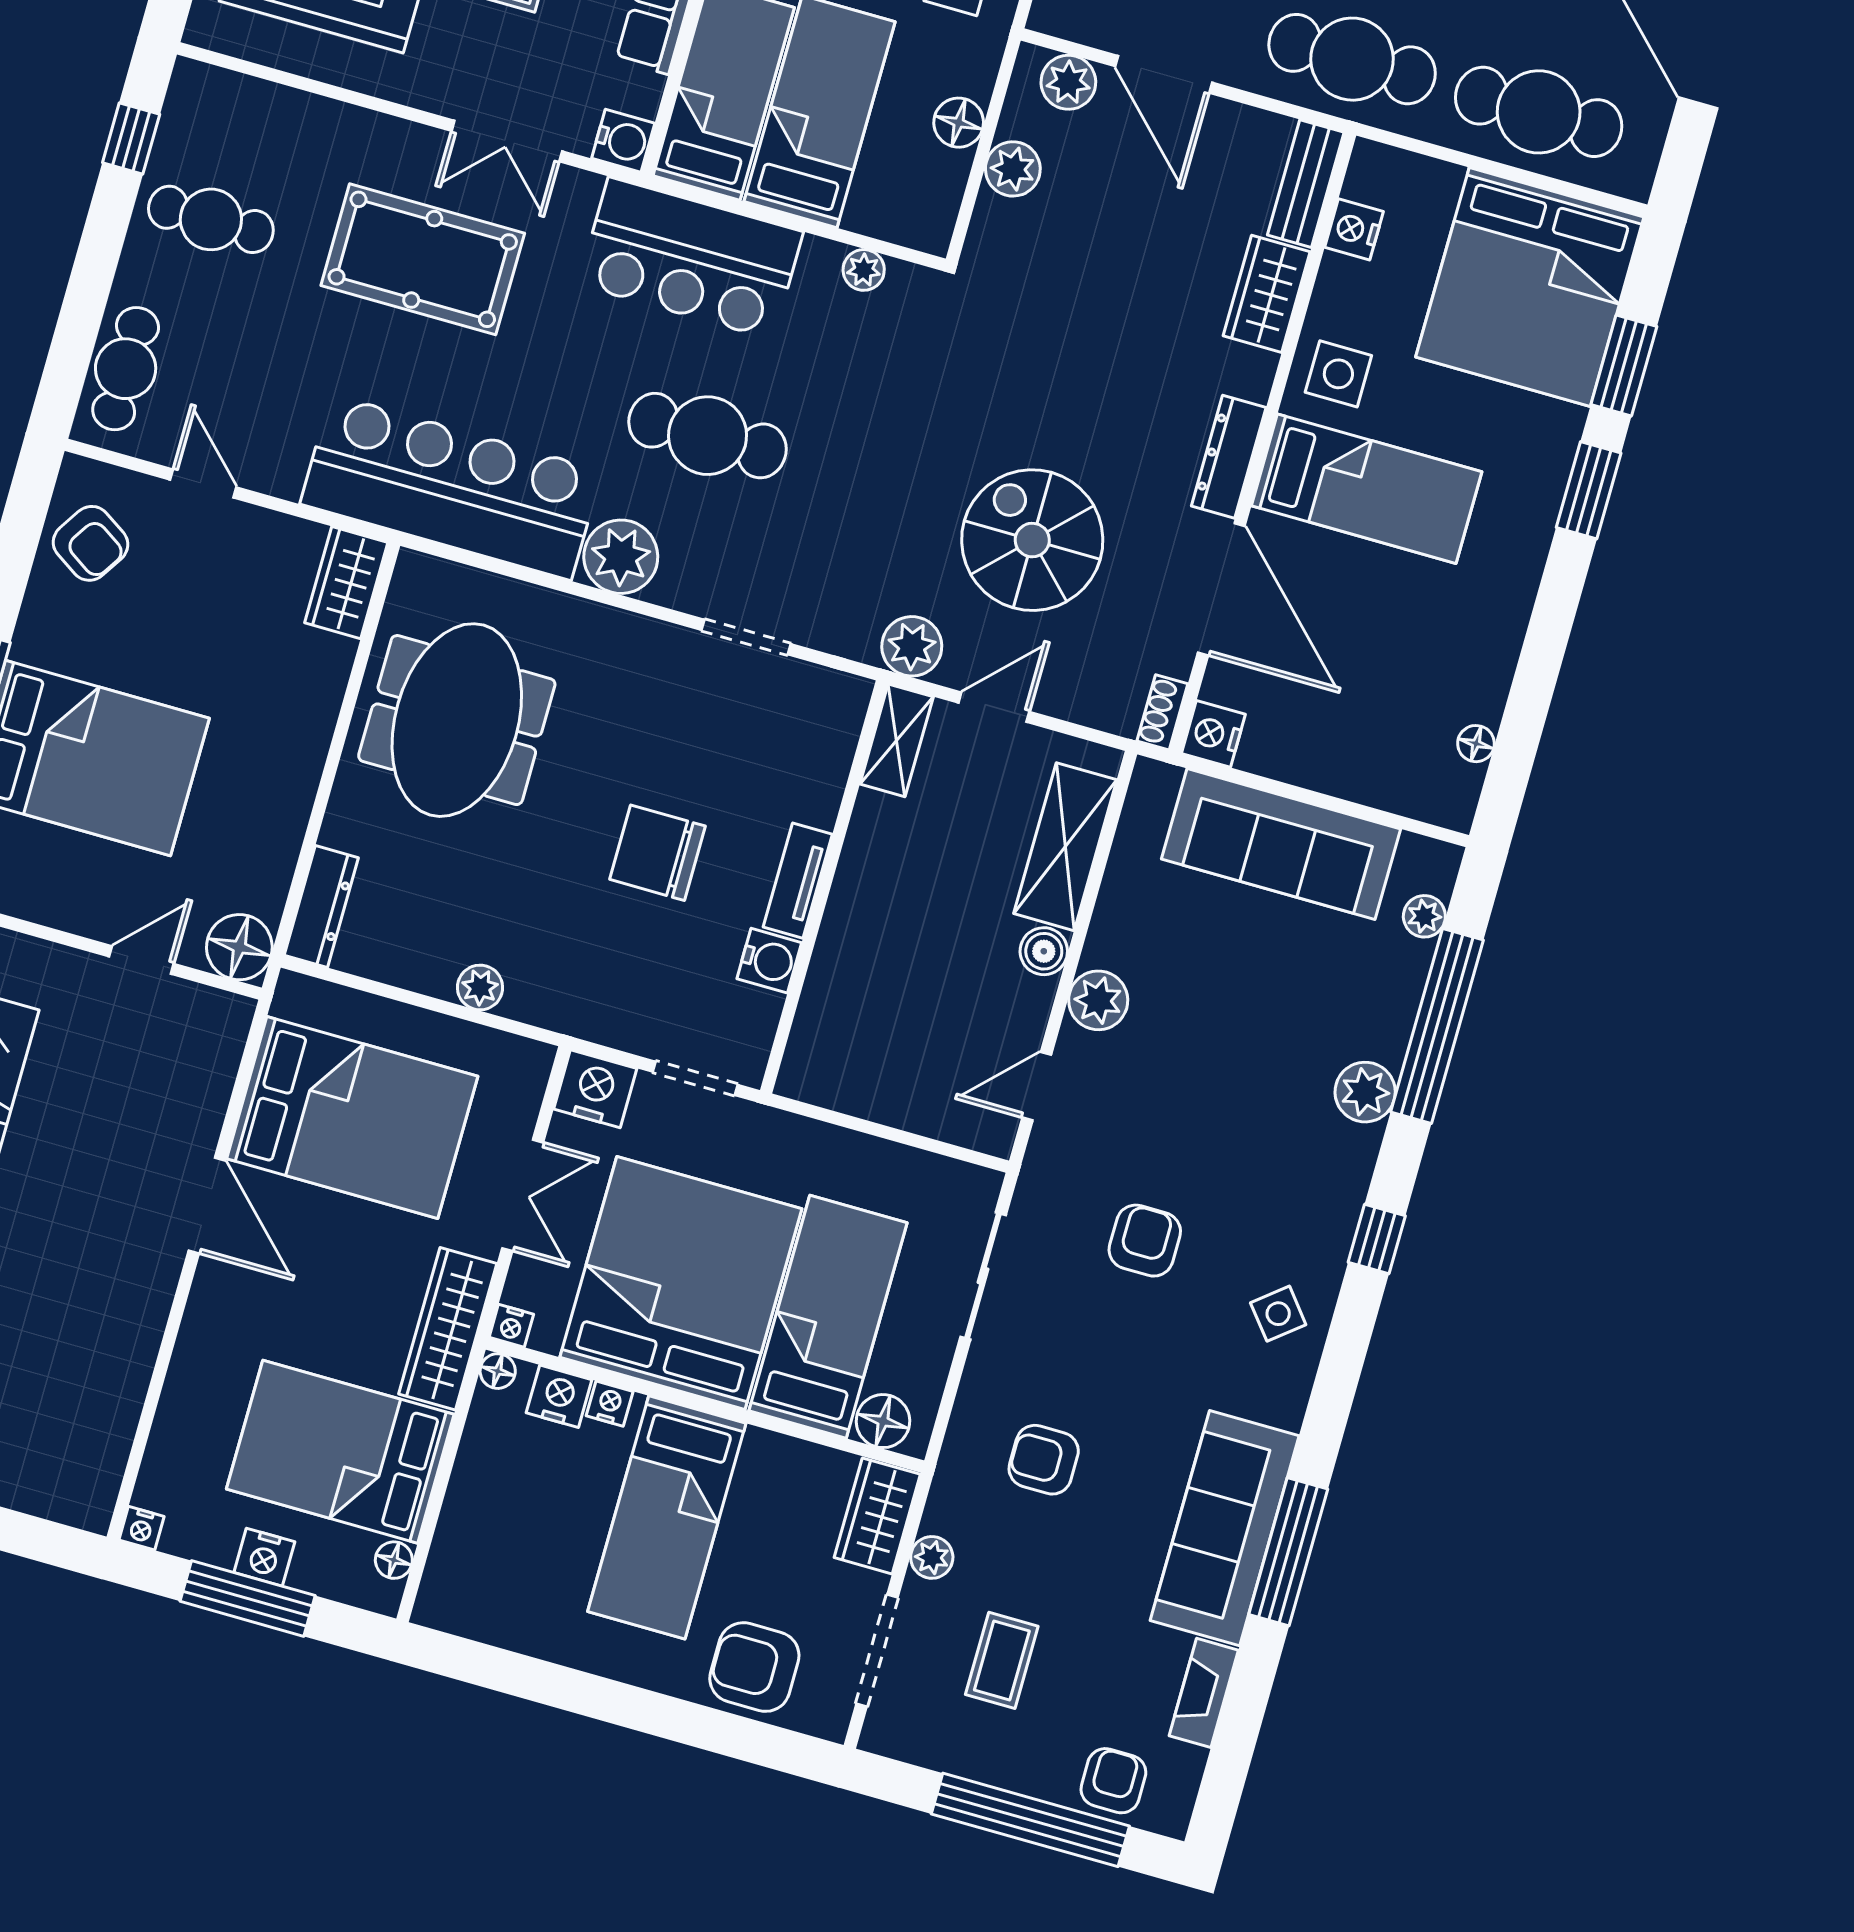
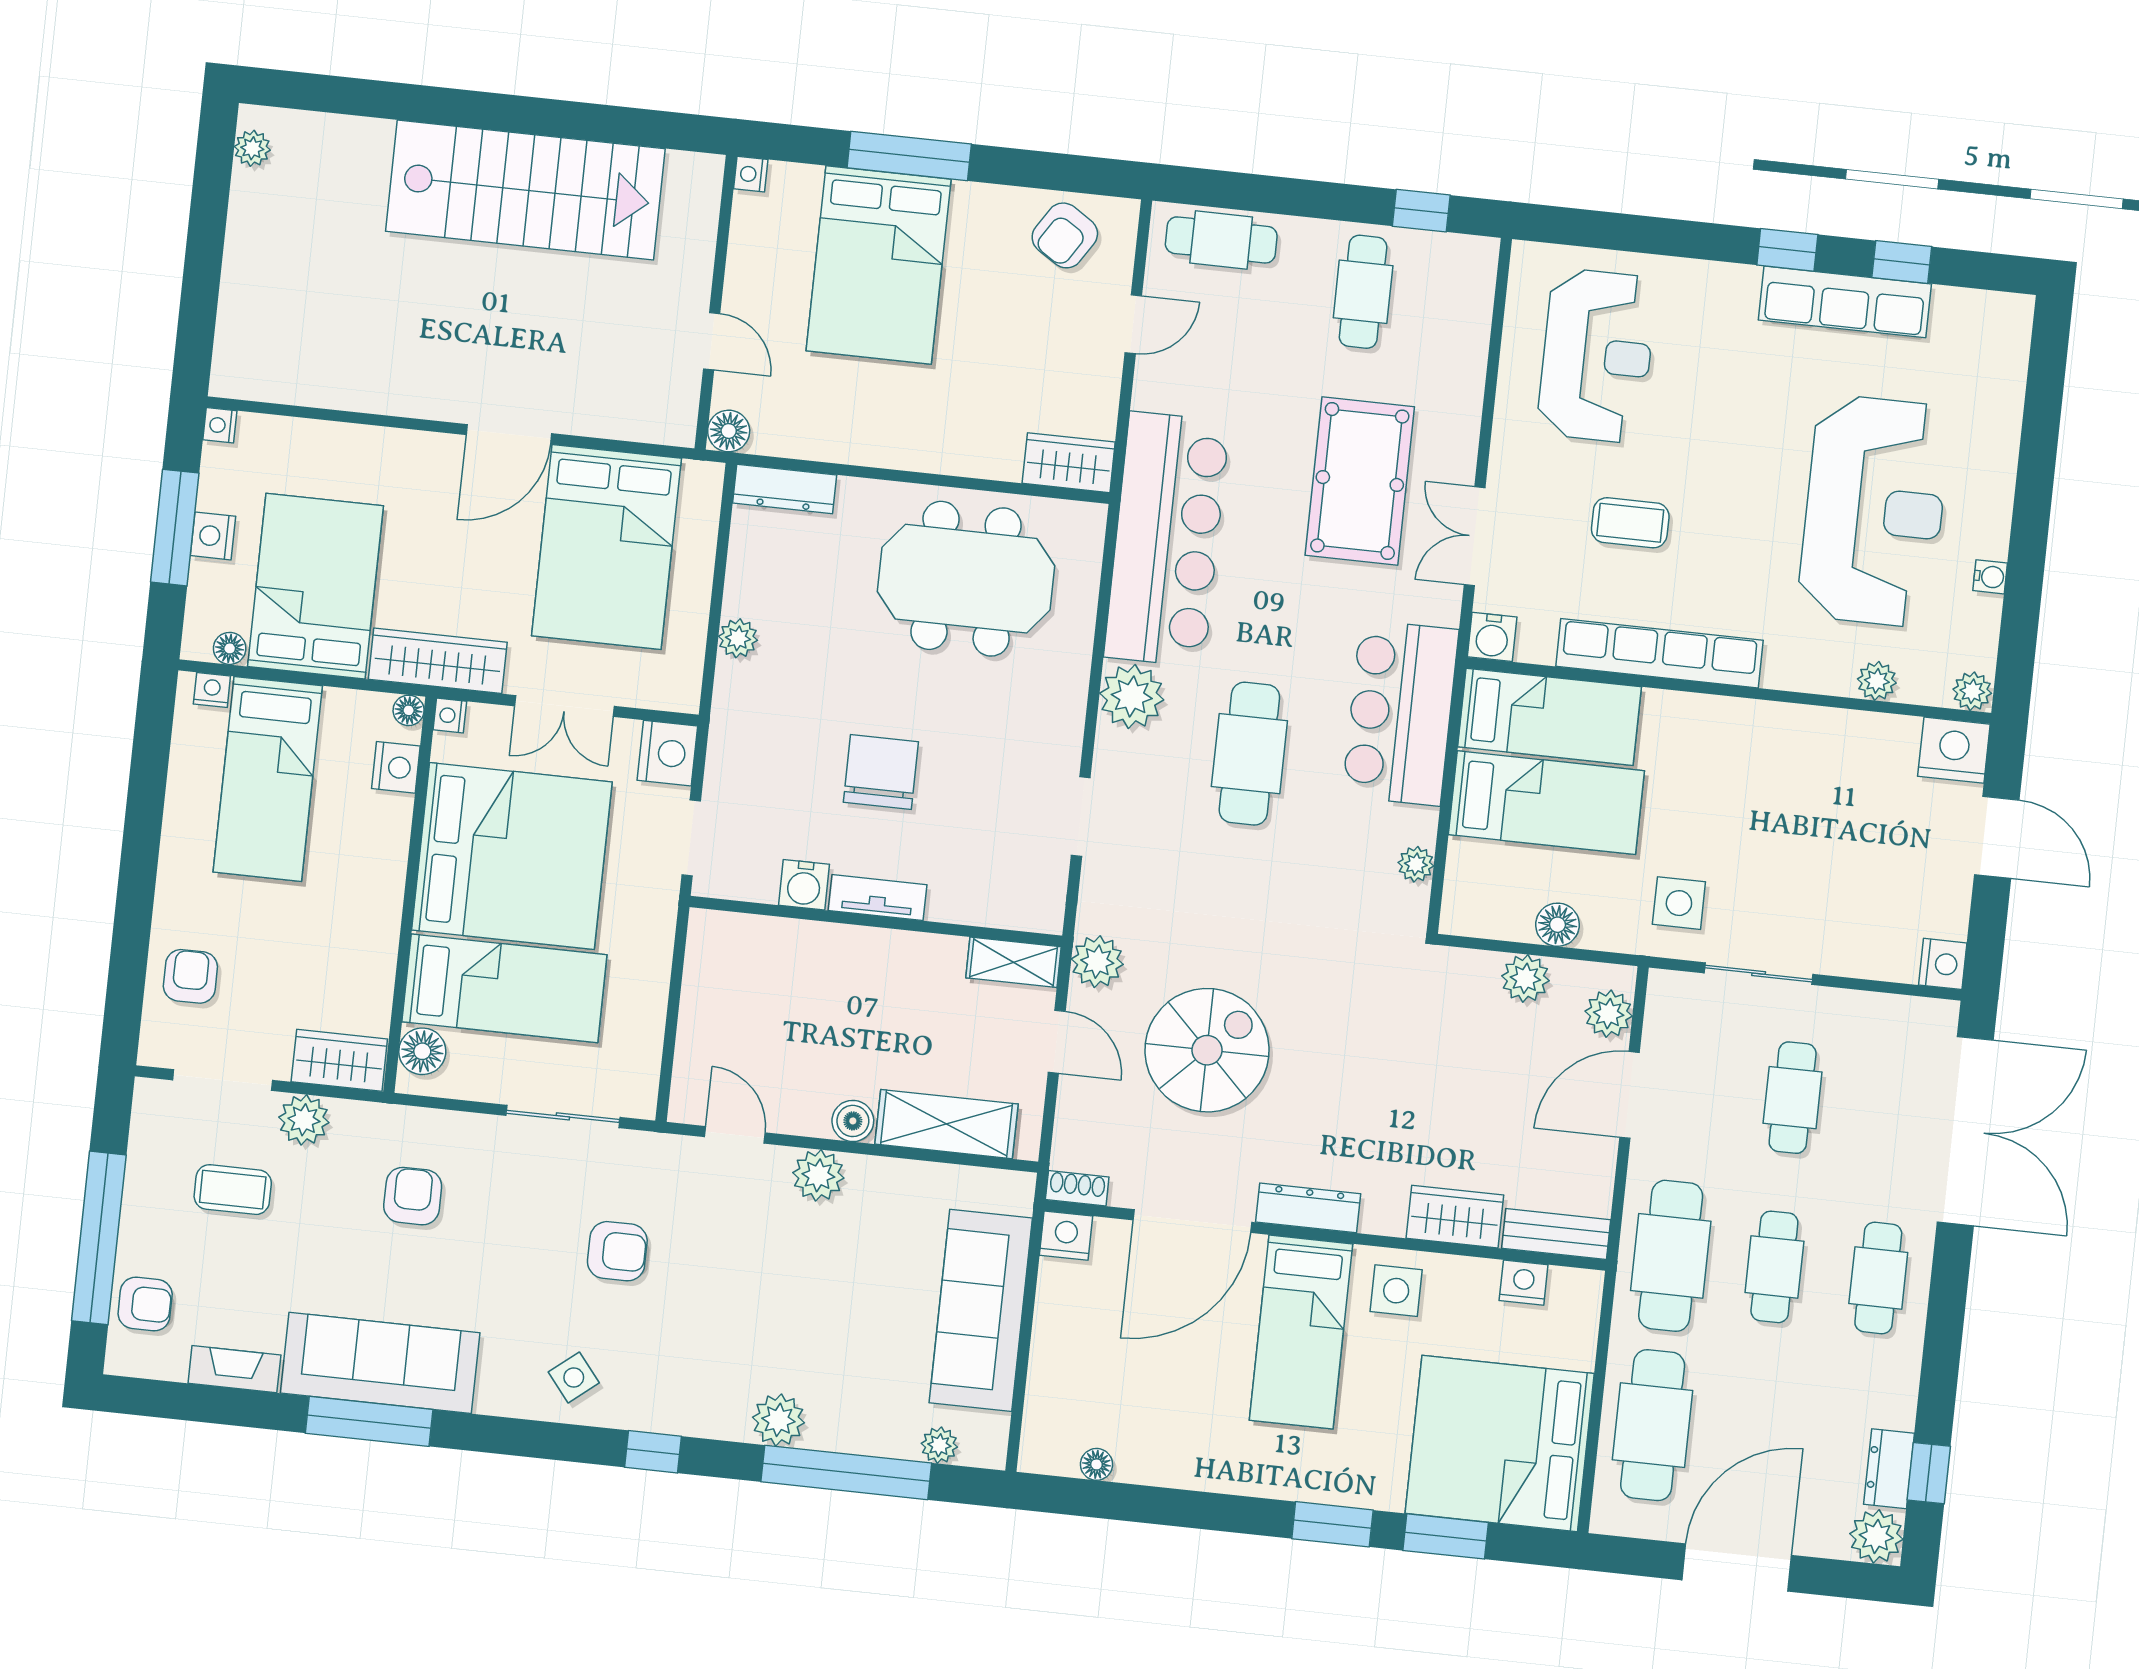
floor lamp: (239, 947) -> (729, 431), width x0.73, depth x0.73
nightstand: (610, 1404) -> (212, 690), moved, turned -90
bed: (667, 1517) -> (268, 779), moved, turned -90
plant: (932, 1557) -> (304, 1120), width x1.38, depth x1.38
armchair: (754, 1667) -> (190, 976), width x0.72, depth x0.72

